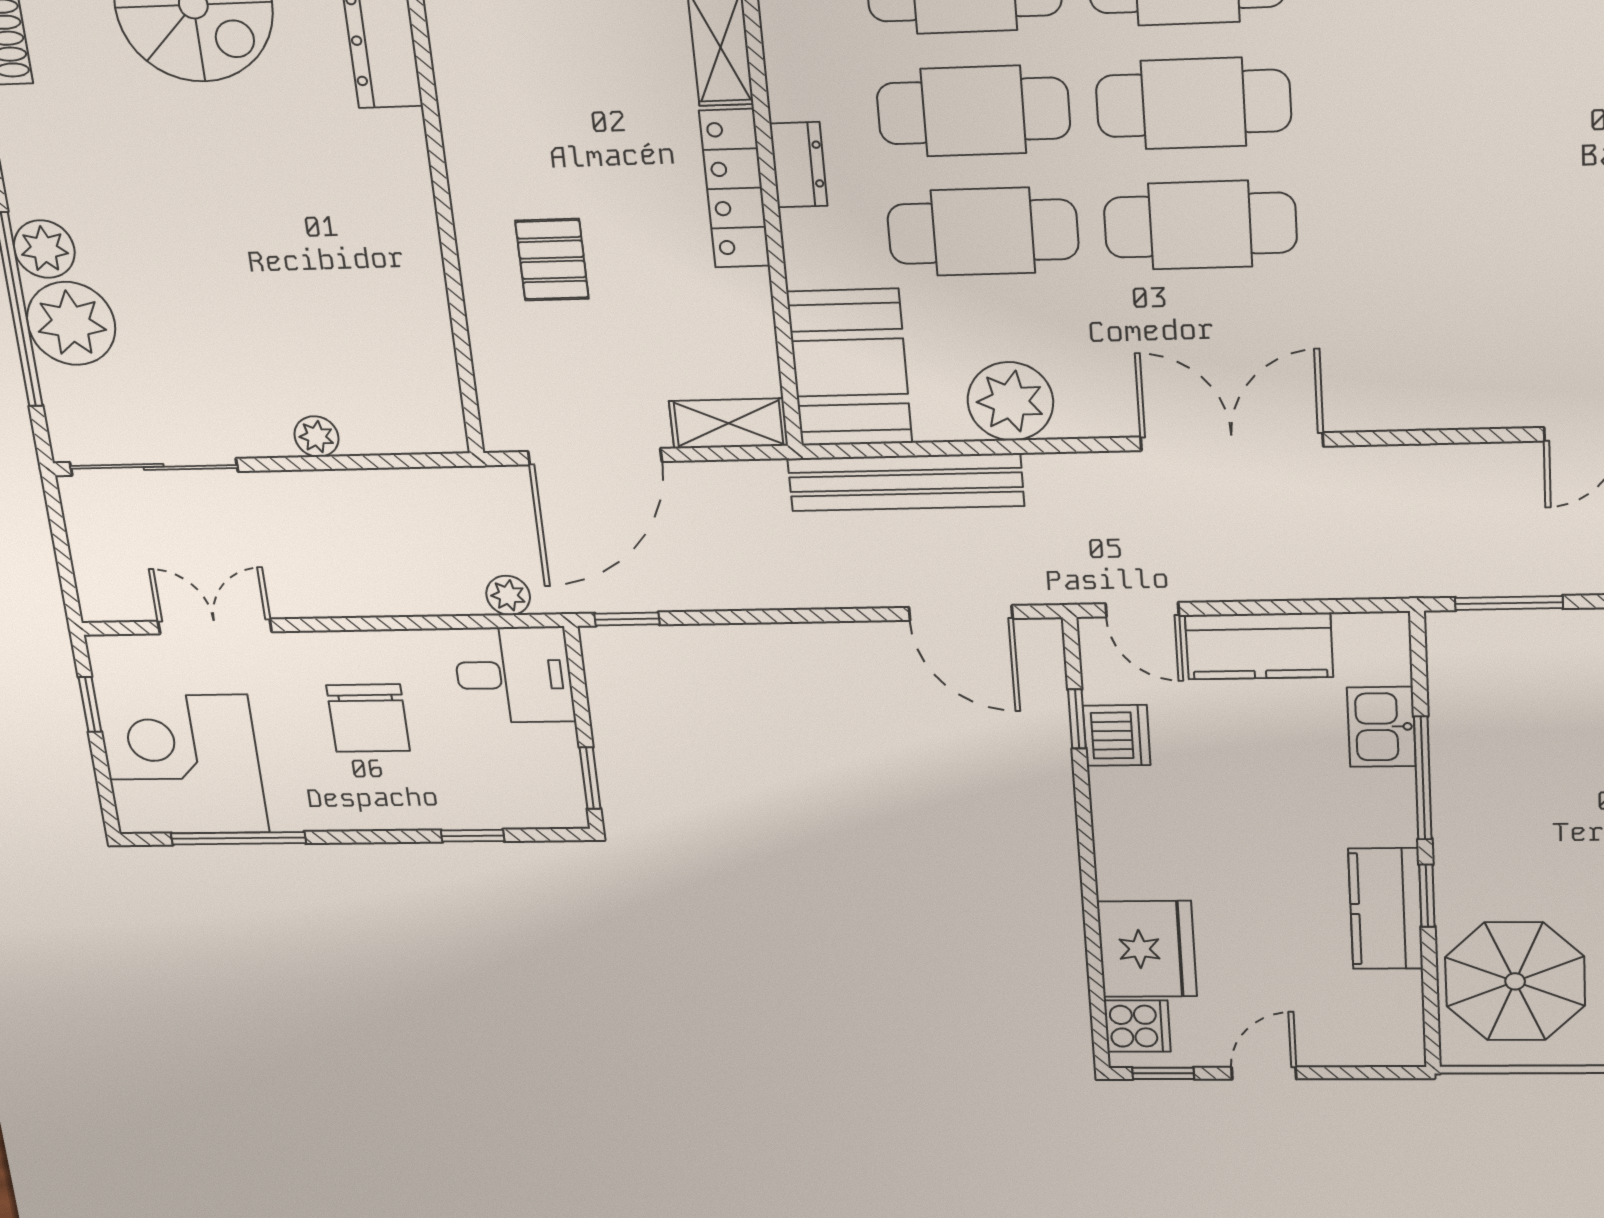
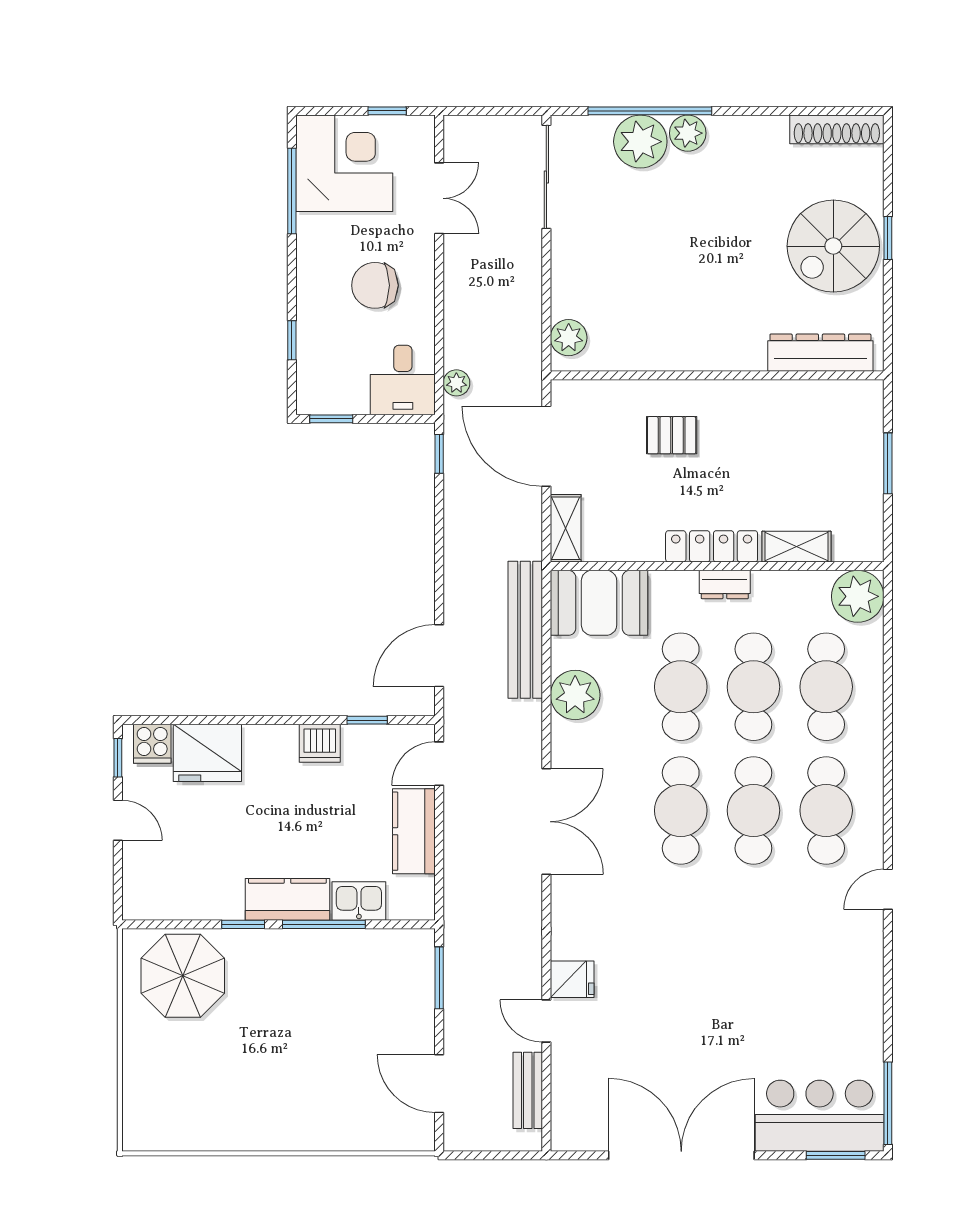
fridge: (1506, 394) -> (572, 979), added
plant: (316, 437) -> (569, 338), moved, width x1.38, depth x1.38
dishwasher: (1117, 735) -> (320, 743), moved
kitchen counter: (1386, 909) -> (287, 899), moved

